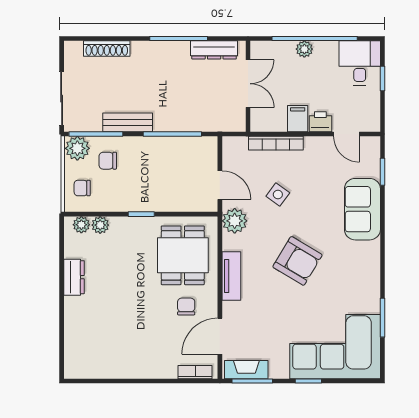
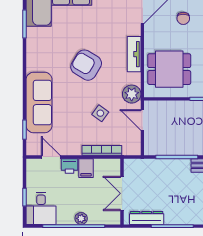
sofa: (362, 209) -> (39, 103), width x1.36
dining table: (183, 255) -> (169, 69), turned 90
chair: (186, 307) -> (183, 18), moved

